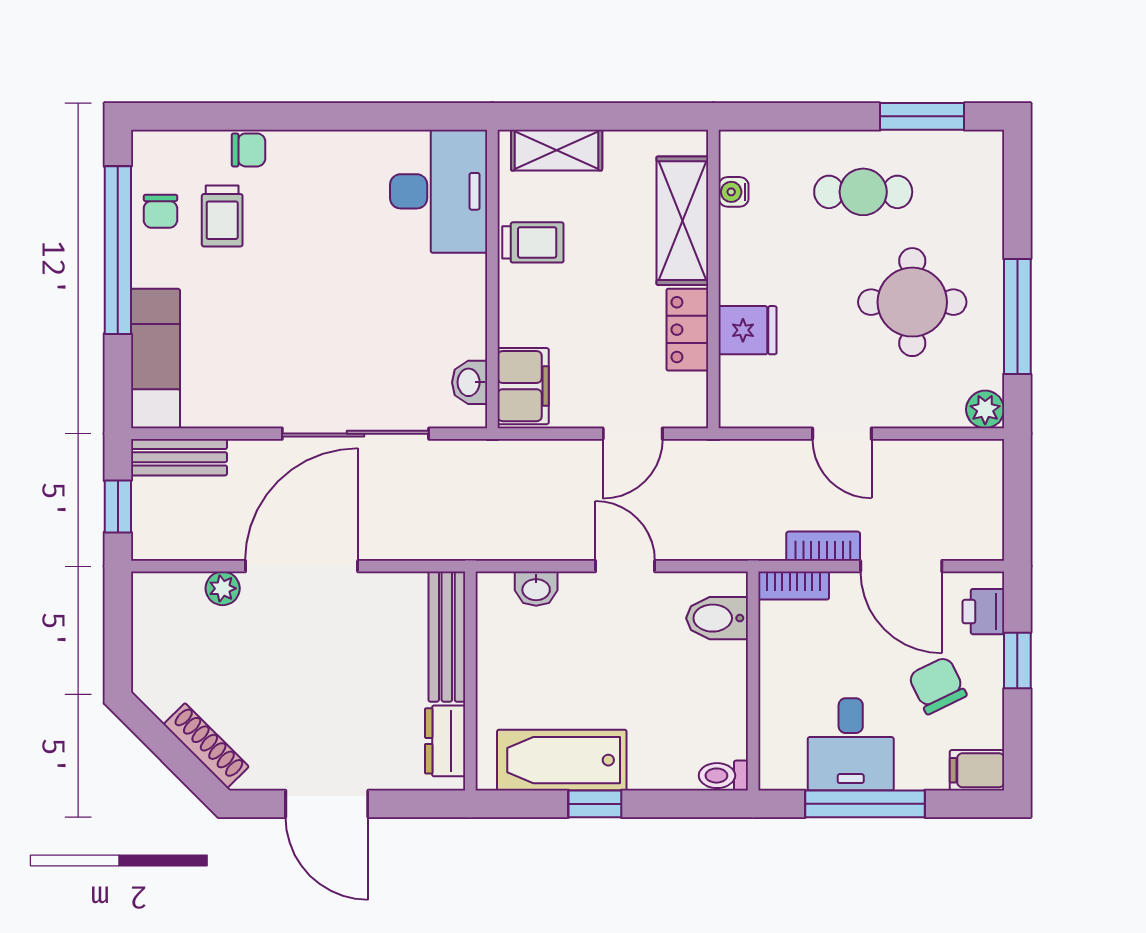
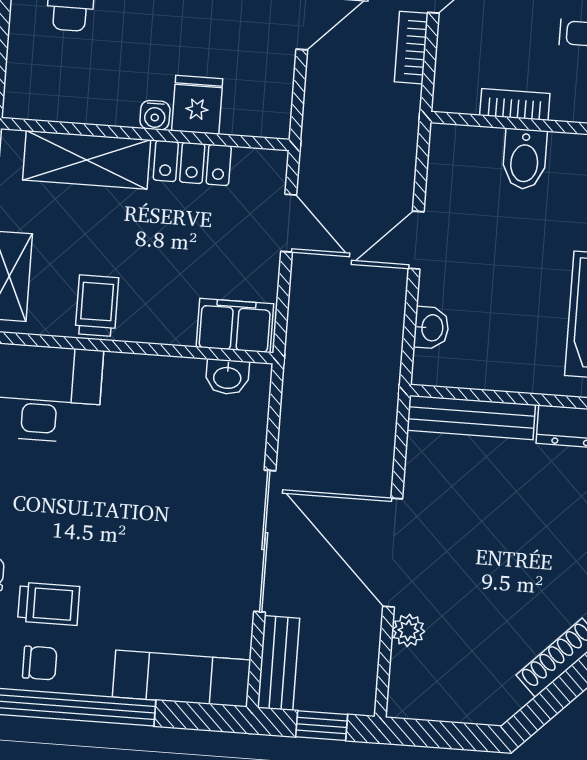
water cooler: (734, 192) -> (155, 115), moved
sliding door: (355, 434) -> (265, 541), moved
bookcase: (794, 586) -> (515, 104), moved, turned -90
bidet: (717, 618) -> (524, 159), moved

